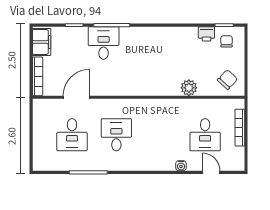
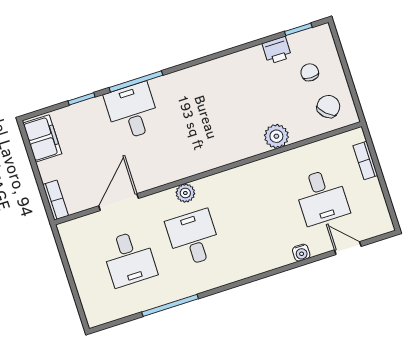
chair: (227, 41) -> (310, 72), moved
bookcase: (38, 76) -> (56, 200), width x0.64
plant: (120, 105) -> (185, 193), added
bookcase: (240, 128) -> (365, 161), width x0.64

